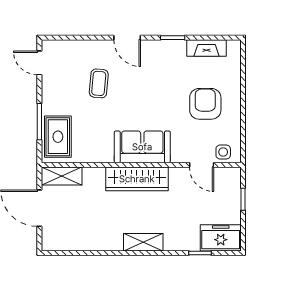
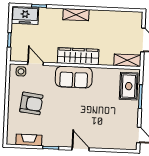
coffee table: (99, 83) -> (100, 120), removed
armchair: (205, 104) -> (31, 103), turned -83

